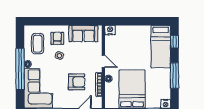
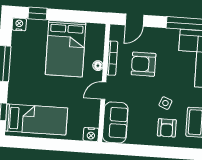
sofa: (83, 34) -> (115, 122), moved, turned 90
bed: (161, 47) -> (36, 120), moved, turned 90
door: (103, 61) -> (103, 91), hinge flipped

